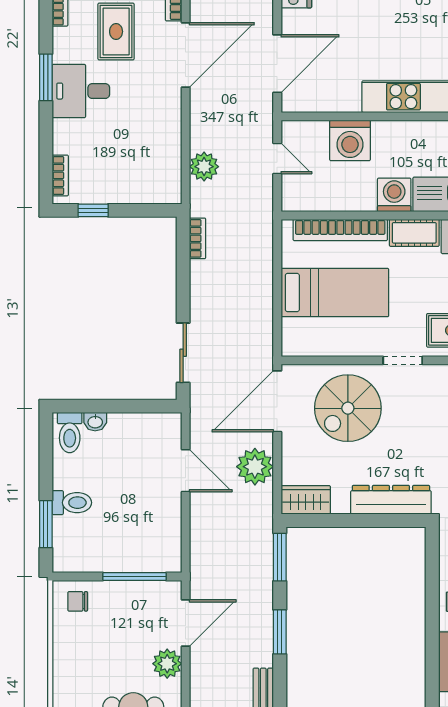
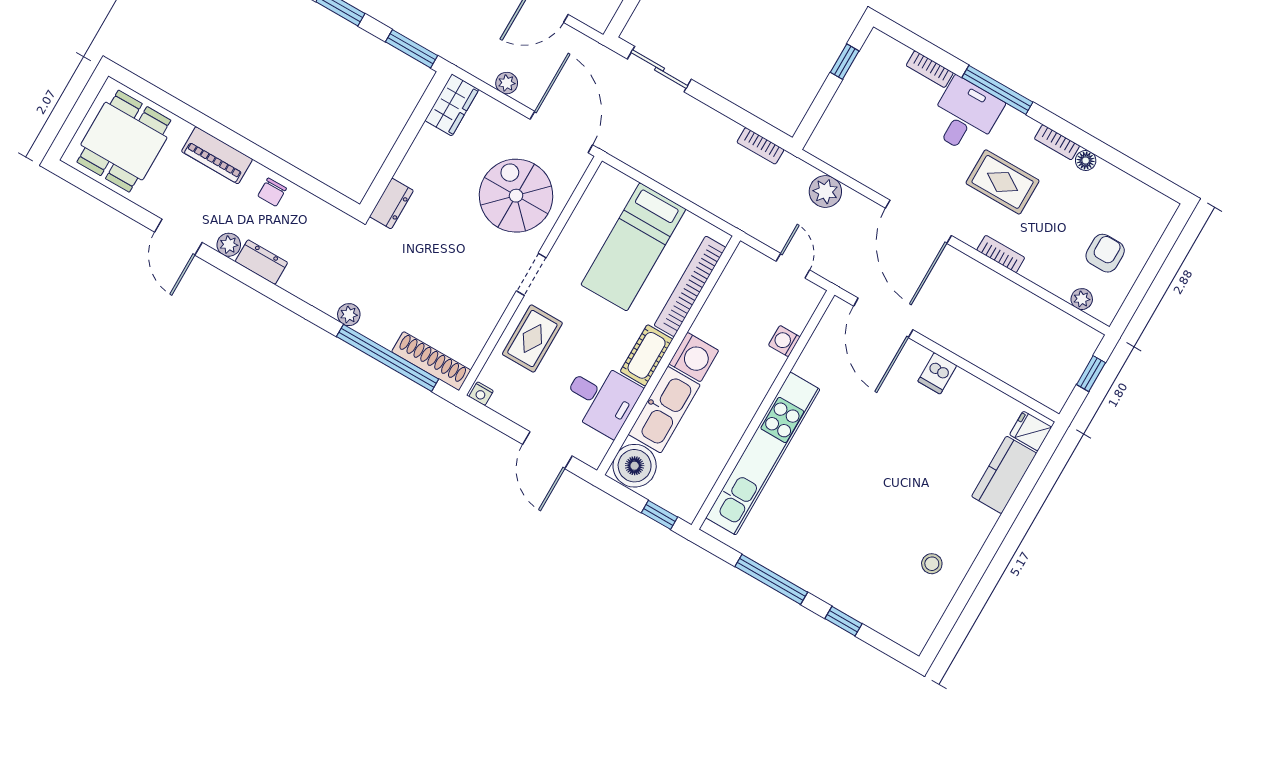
door: (186, 55) -> (918, 222), moved
window: (46, 77) -> (997, 90), width x1.44
washing machine: (350, 140) -> (784, 341), width x0.53, depth x0.53
door: (277, 158) -> (793, 266), swing flipped
bookcase: (60, 175) -> (930, 69), moved
plant: (255, 467) -> (507, 83), width x0.53, depth x0.53
dresser: (391, 500) -> (391, 203), width x0.51, depth x0.80

